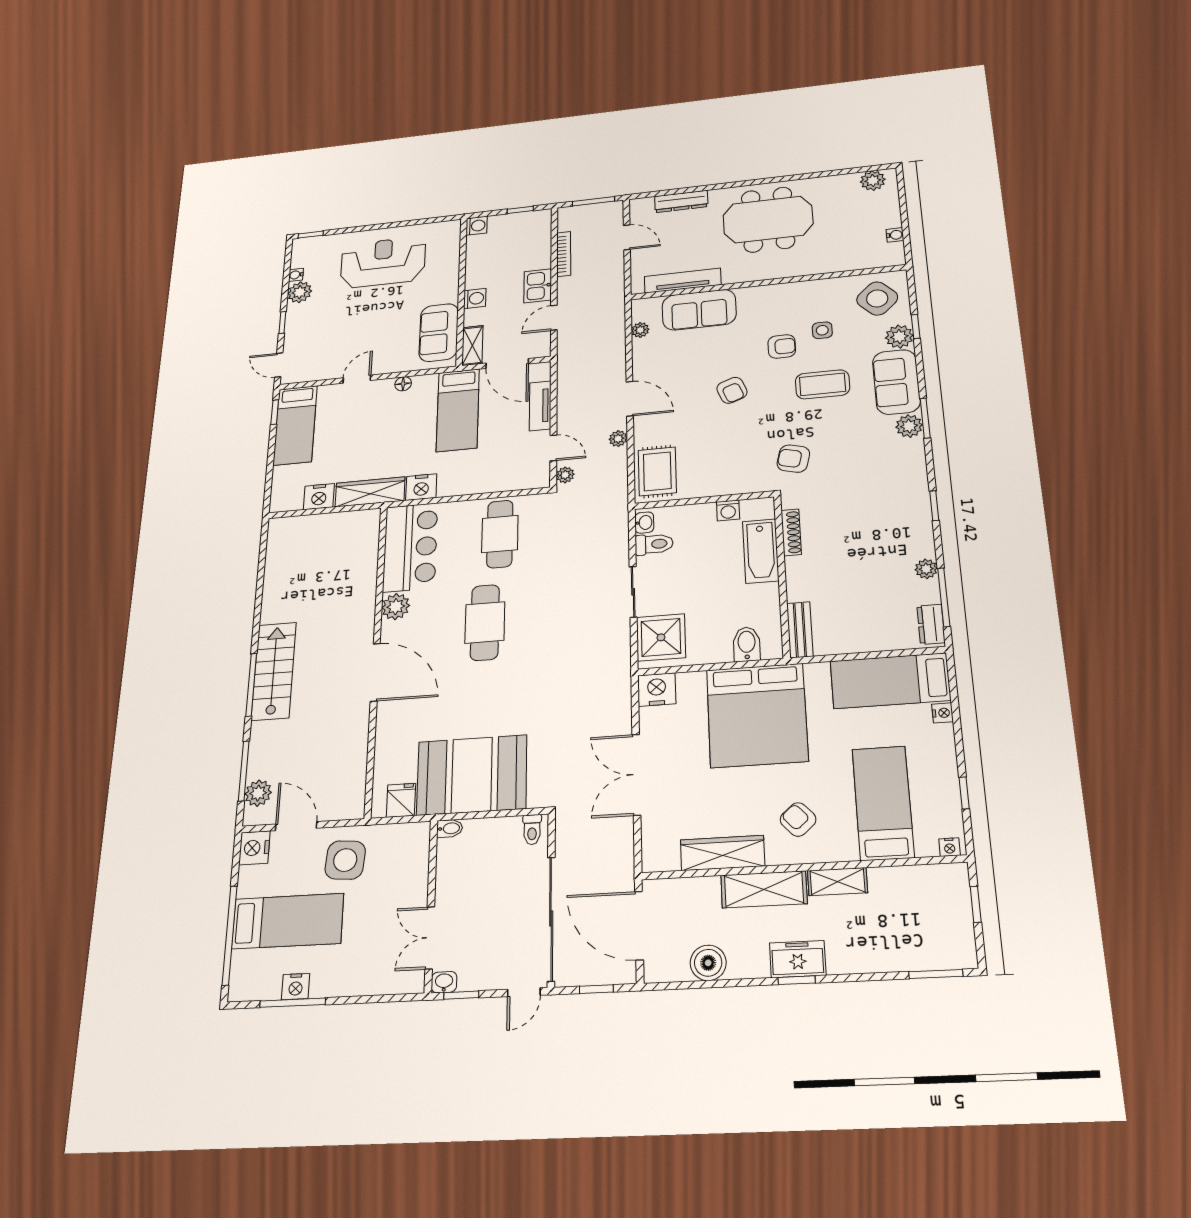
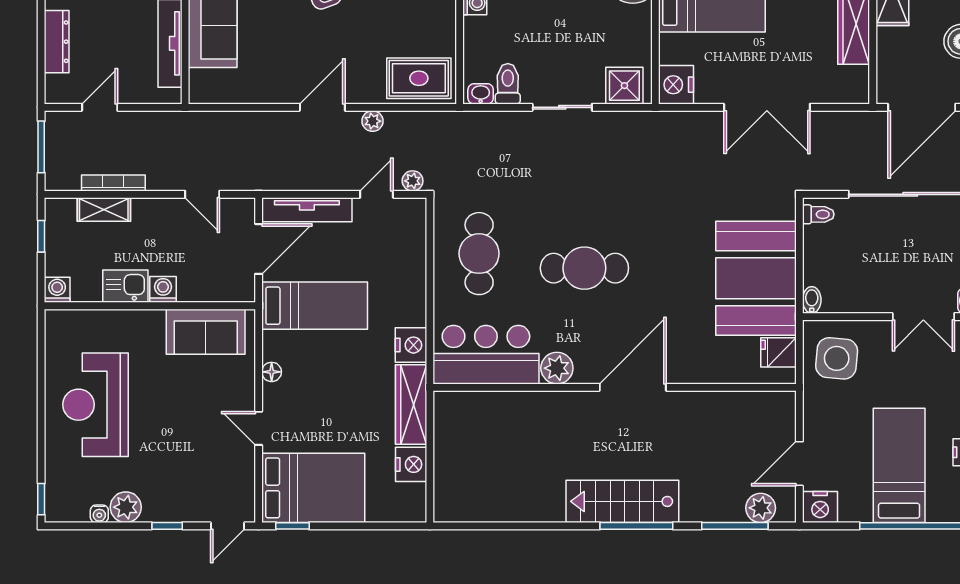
kitchen sink: (538, 286) -> (125, 286), moved, turned 180
plant: (640, 330) -> (232, 94), removed
shelving: (472, 346) -> (104, 209), moved
tv unit: (540, 406) -> (307, 210), width x1.41
bed: (295, 425) -> (313, 488), width x1.50
cafe table: (500, 534) -> (479, 254), turned 90
shower: (661, 637) -> (624, 86), width x0.73, depth x0.73
side table: (345, 860) -> (837, 358), moved

